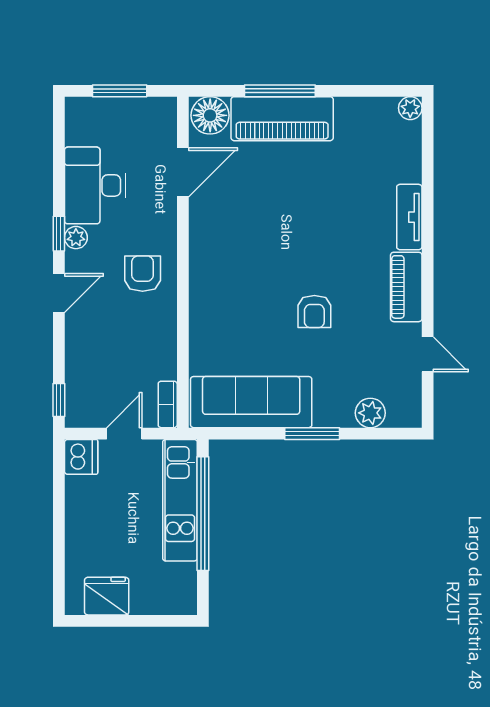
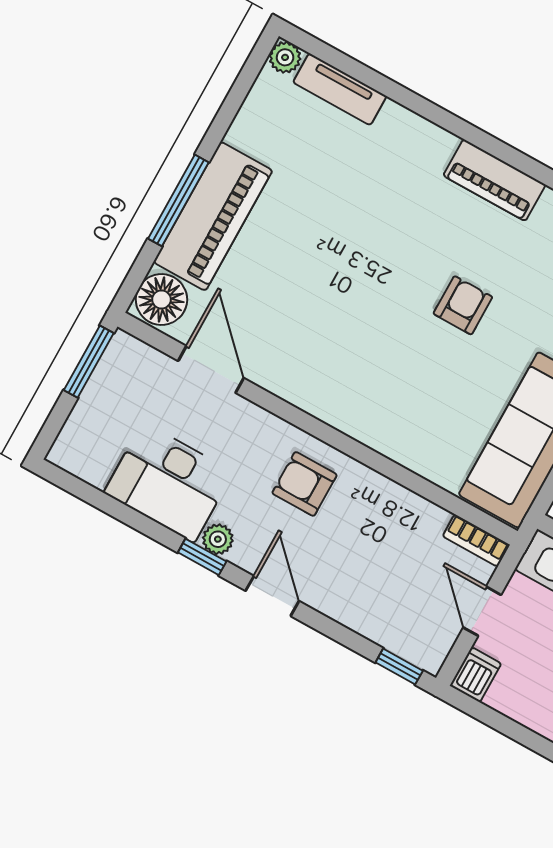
window: (120, 91) -> (89, 362), moved
tv unit: (409, 217) -> (340, 89), moved
armchair: (314, 312) -> (463, 305), turned -90
dishwasher: (81, 457) -> (476, 675), width x0.73

